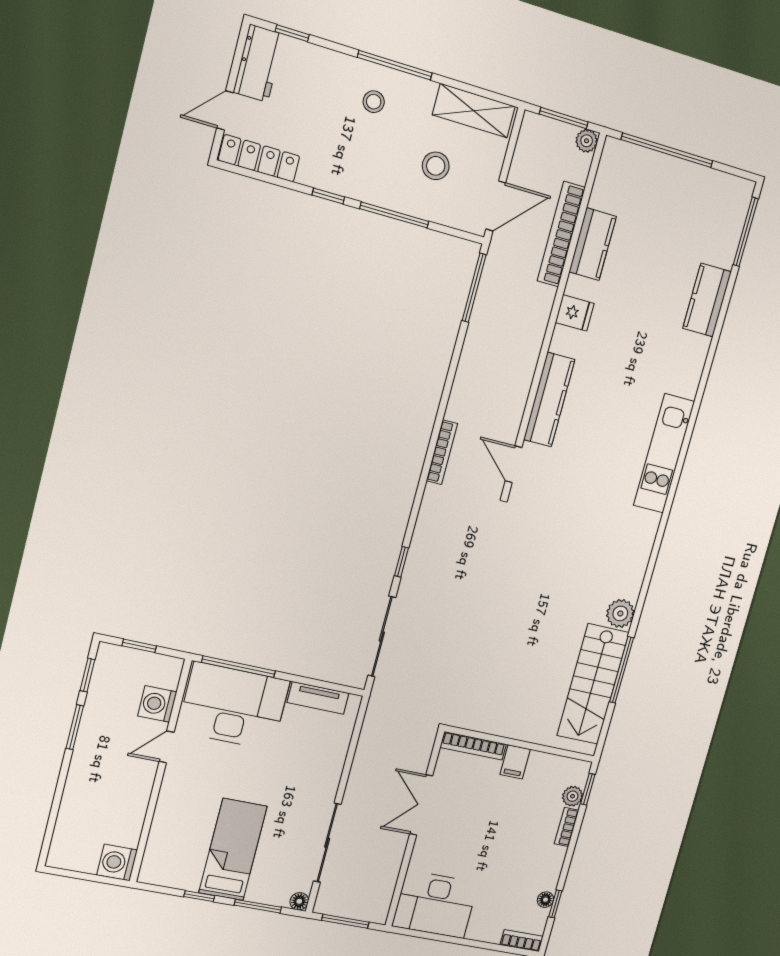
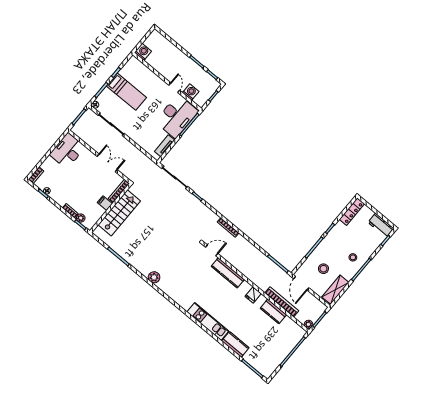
door: (225, 110) -> (371, 208), removed
kitchen unit: (664, 453) -> (208, 322), moved
plant: (620, 613) -> (154, 277), moved
stairs: (593, 684) -> (119, 213), moved, turned 90

